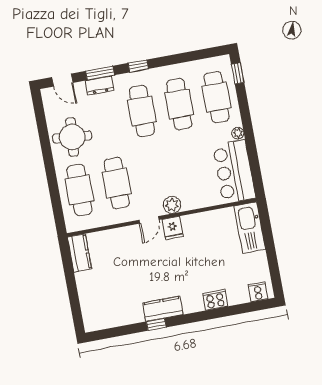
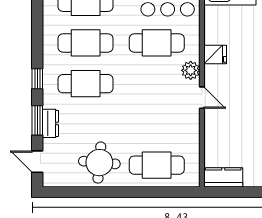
door: (62, 80) -> (37, 162), swing flipped
cafe table: (117, 183) -> (157, 43), moved
fridge: (173, 228) -> (215, 55), moved

